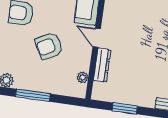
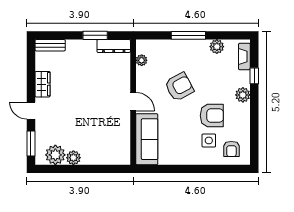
dresser: (102, 65) -> (114, 46), moved, turned -90

